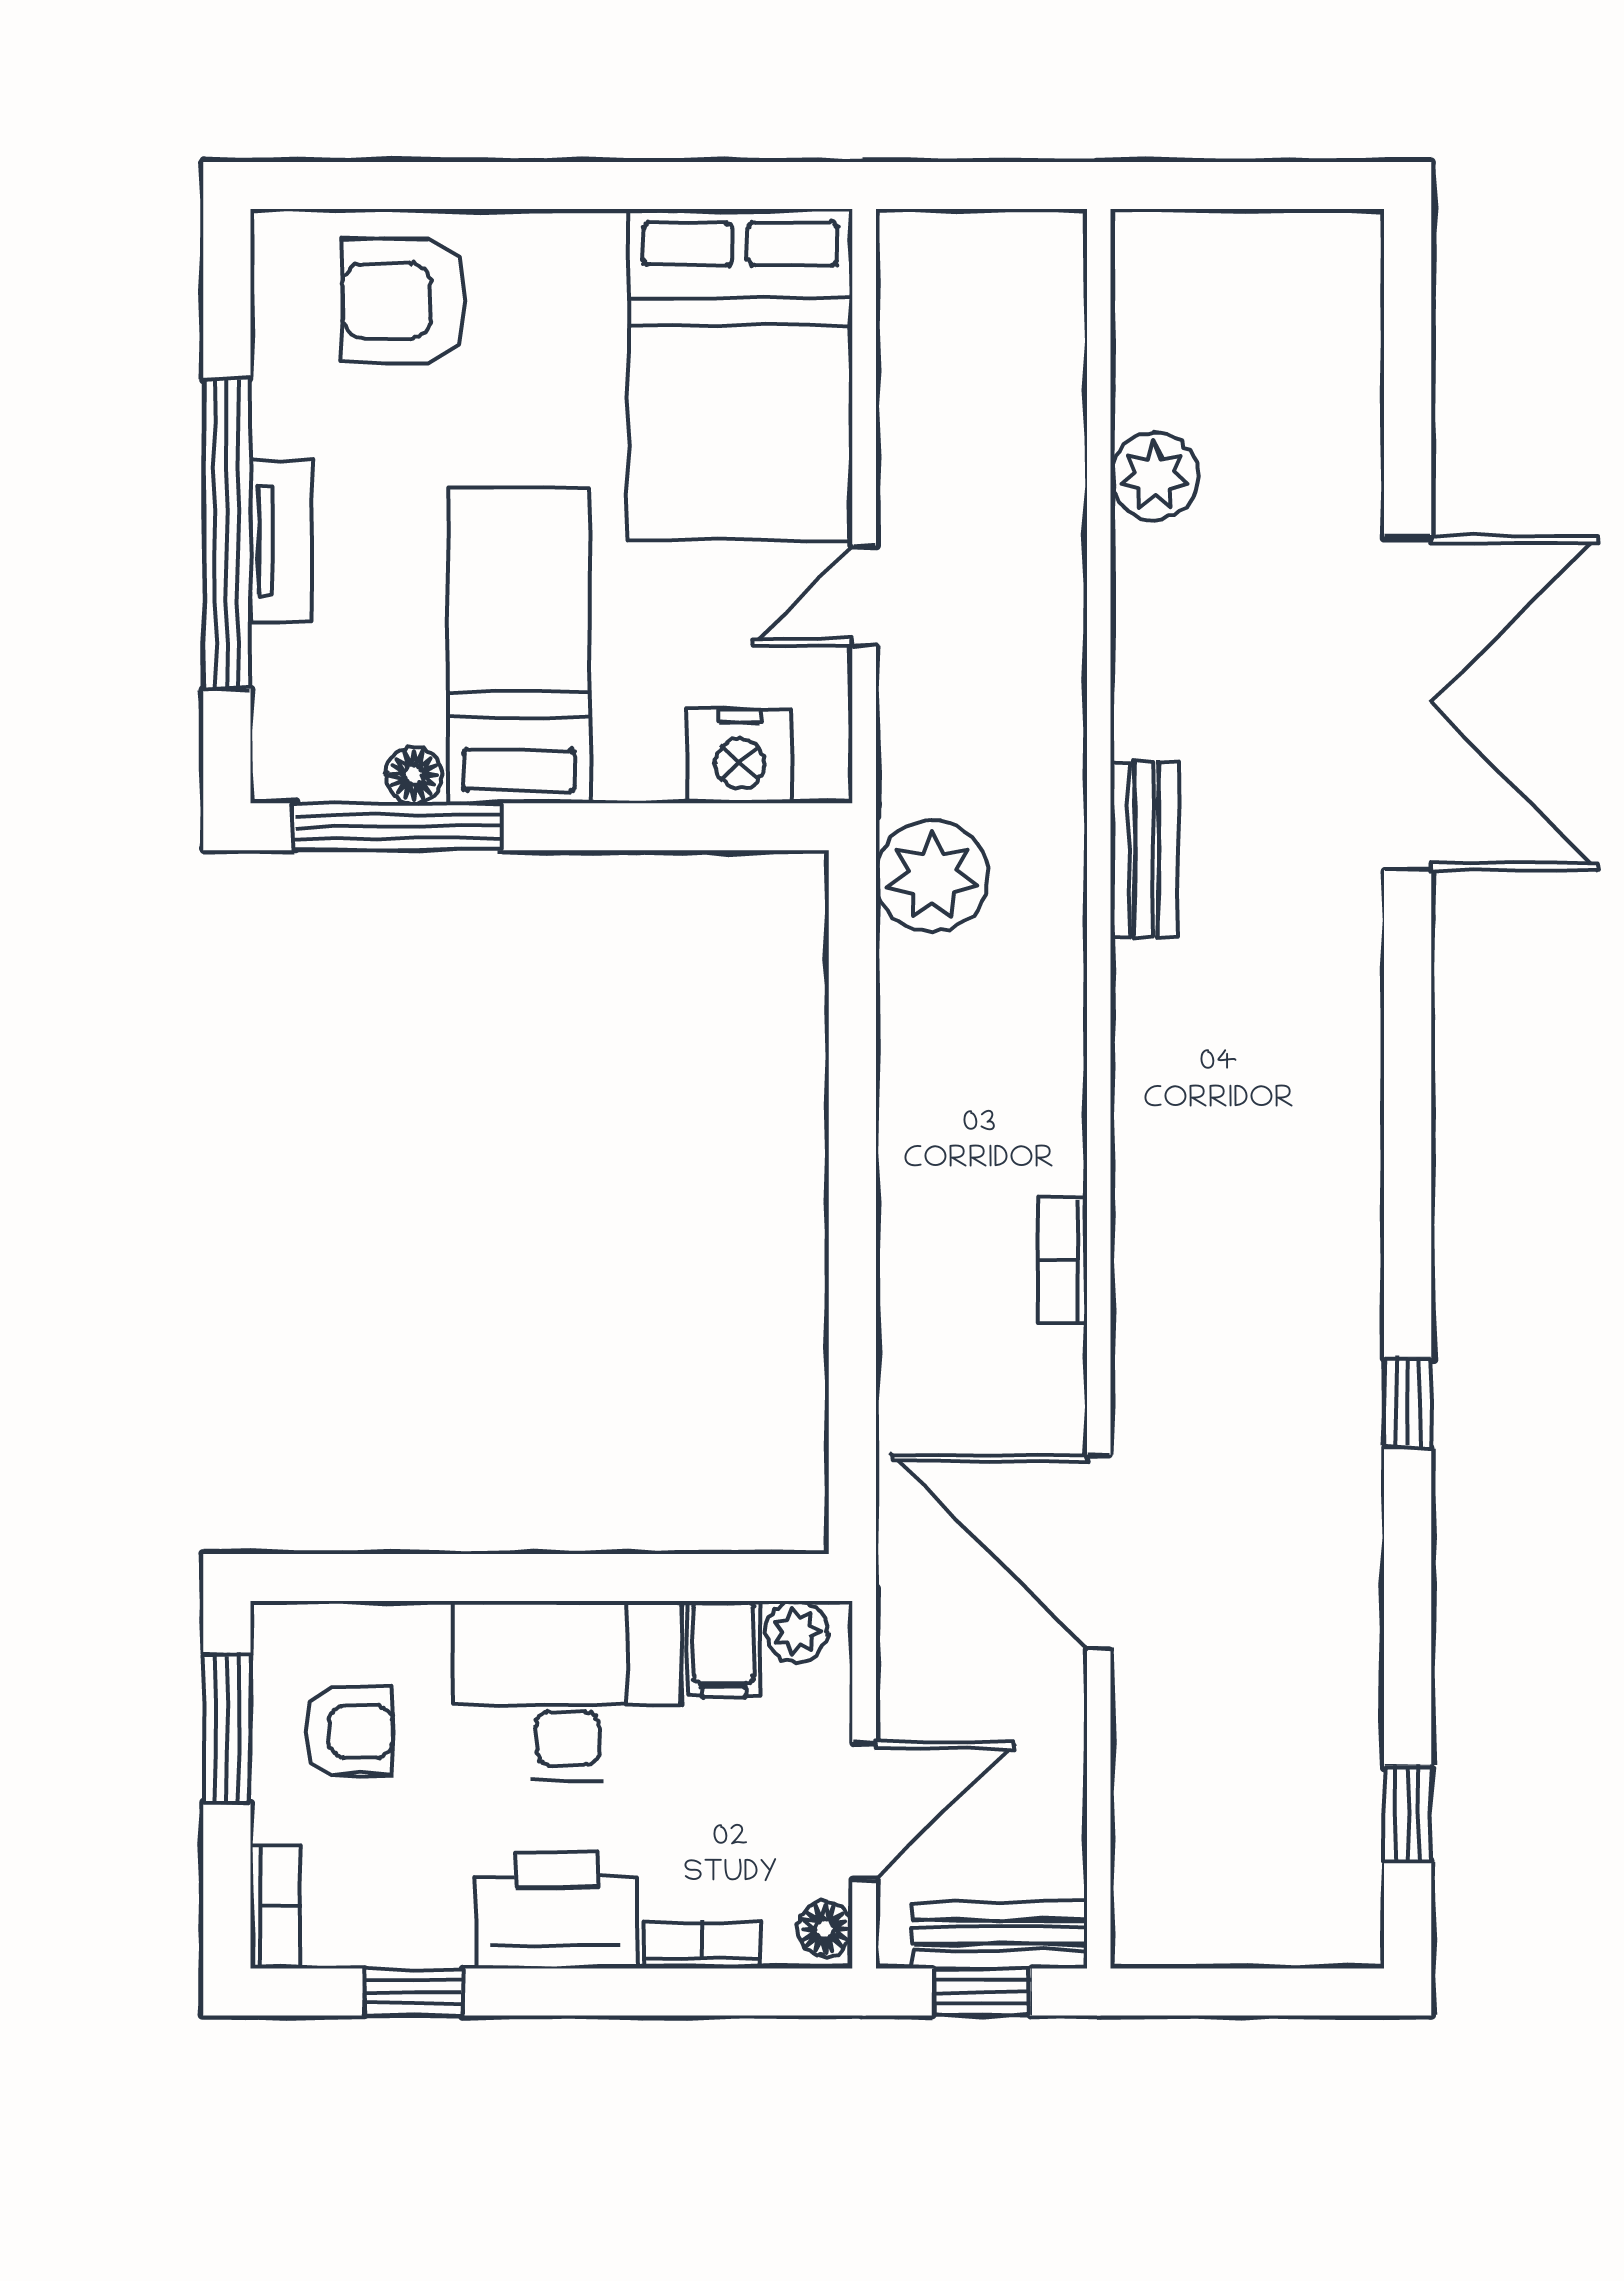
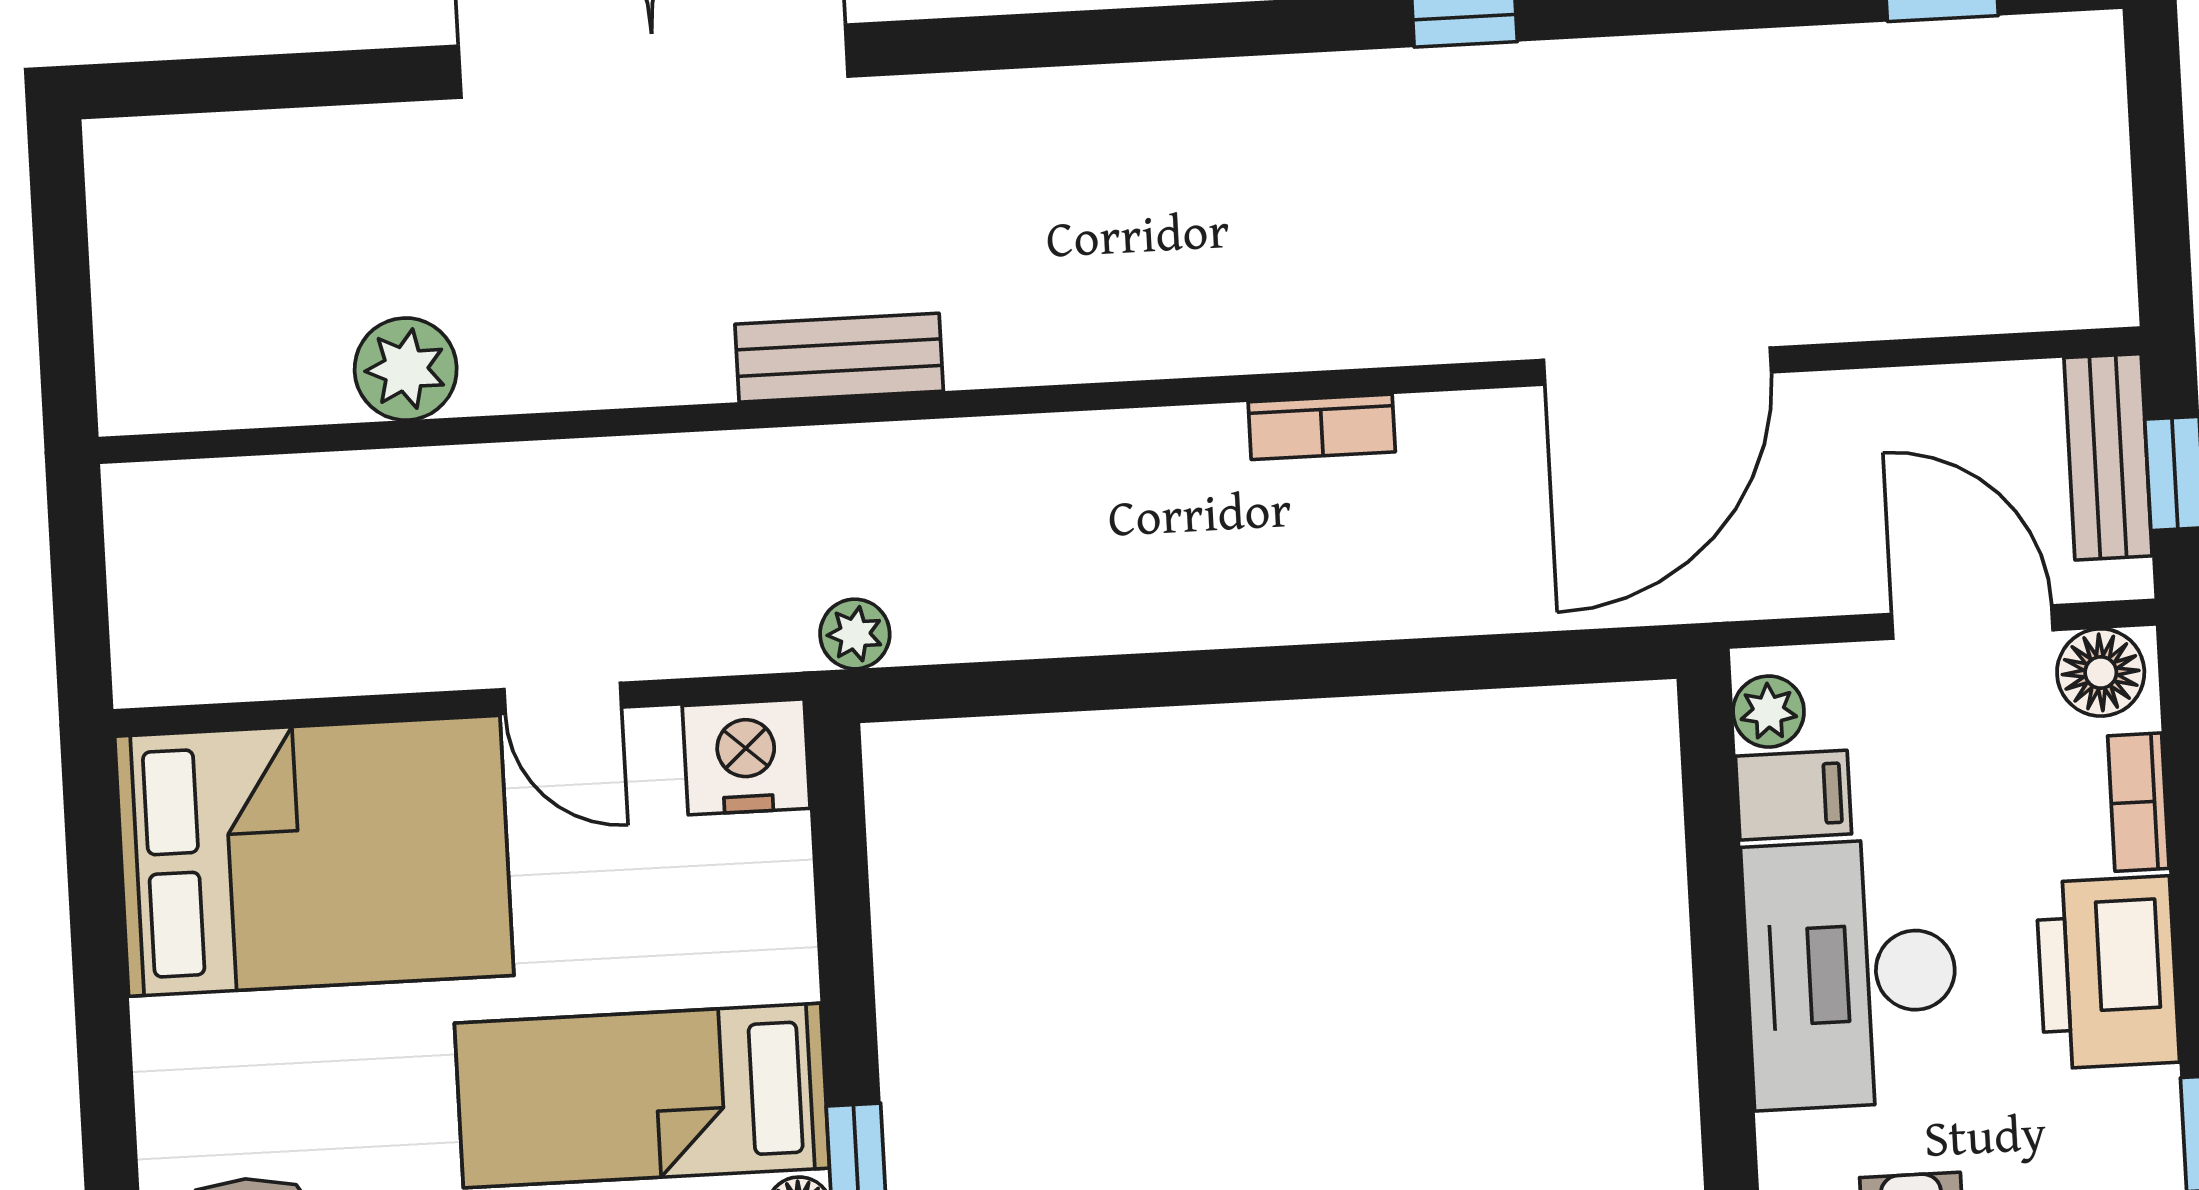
nightstand: (740, 756) -> (746, 757), moved, turned -90
plant: (932, 876) -> (855, 634), width x0.53, depth x0.53
floor lamp: (825, 1929) -> (2101, 672), width x1.37, depth x1.37

